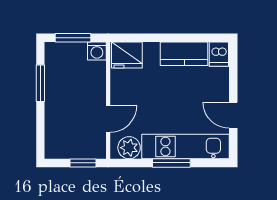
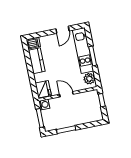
door: (108, 119) -> (66, 94), moved

